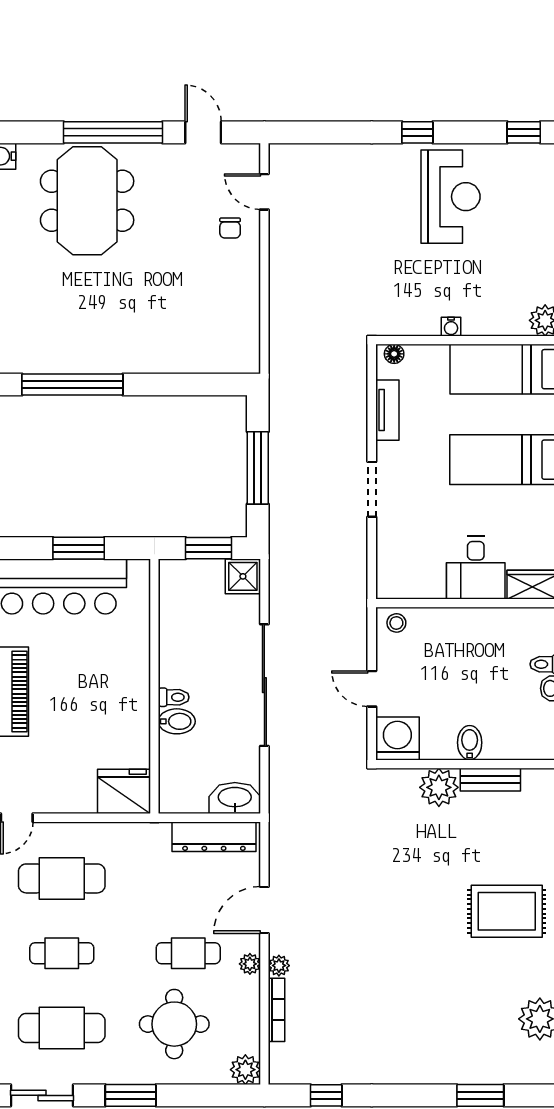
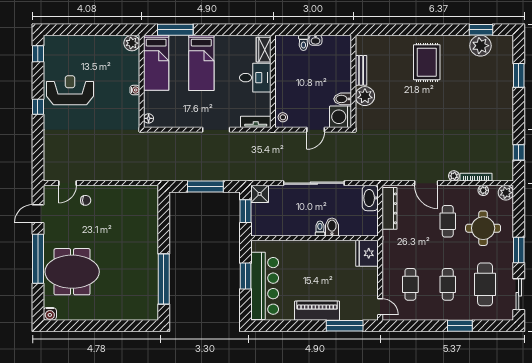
tv unit: (387, 410) -> (256, 122), moved
bidet: (470, 743) -> (343, 99), moved
cafe table: (62, 878) -> (410, 284), width x0.73, depth x0.74
plant: (250, 964) -> (483, 190), moved

